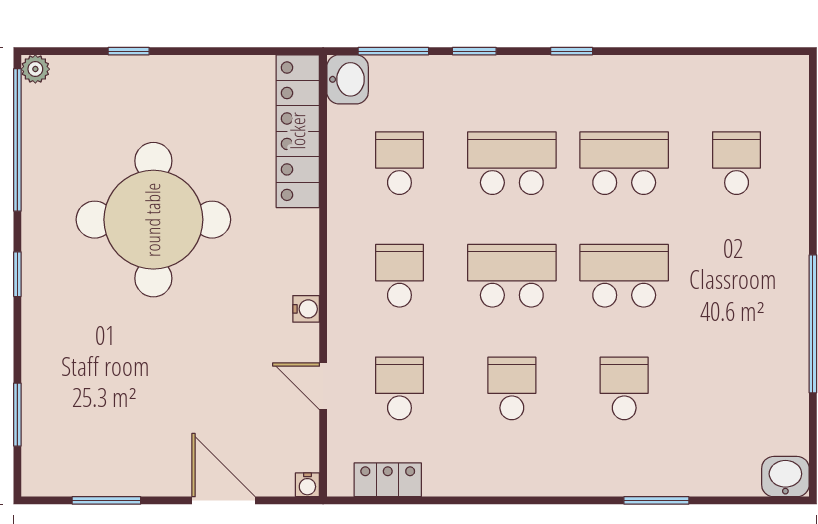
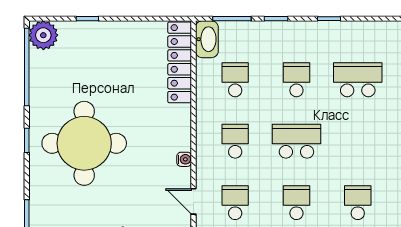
plant: (35, 69) -> (43, 35), width x1.88, depth x1.88
washbasin: (348, 79) -> (207, 39), width x1.38
school desk: (512, 163) -> (296, 80), width x0.54
round table: (153, 220) -> (84, 143), moved
school desk: (624, 276) -> (358, 141), removed

